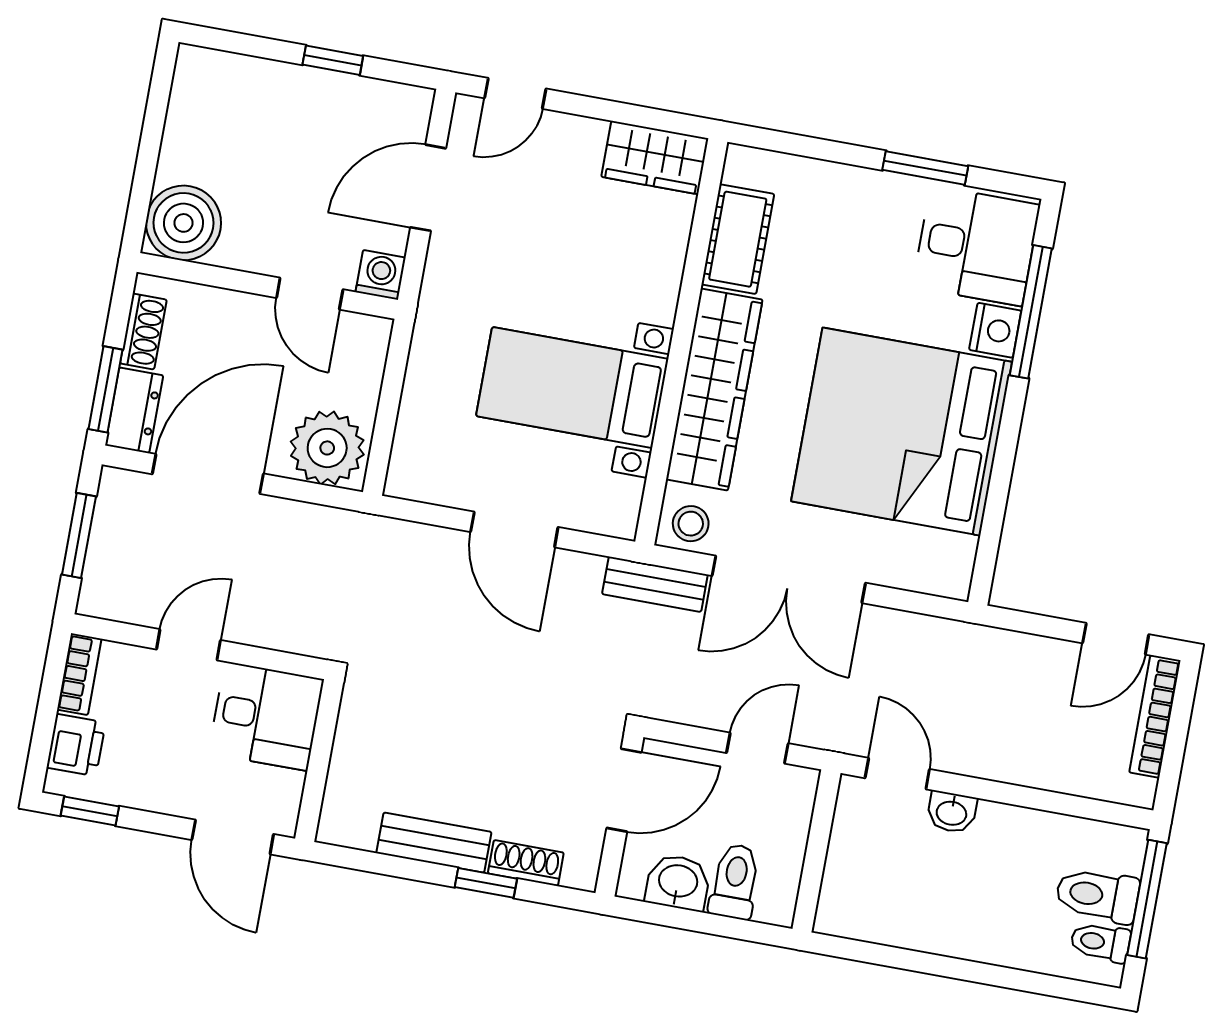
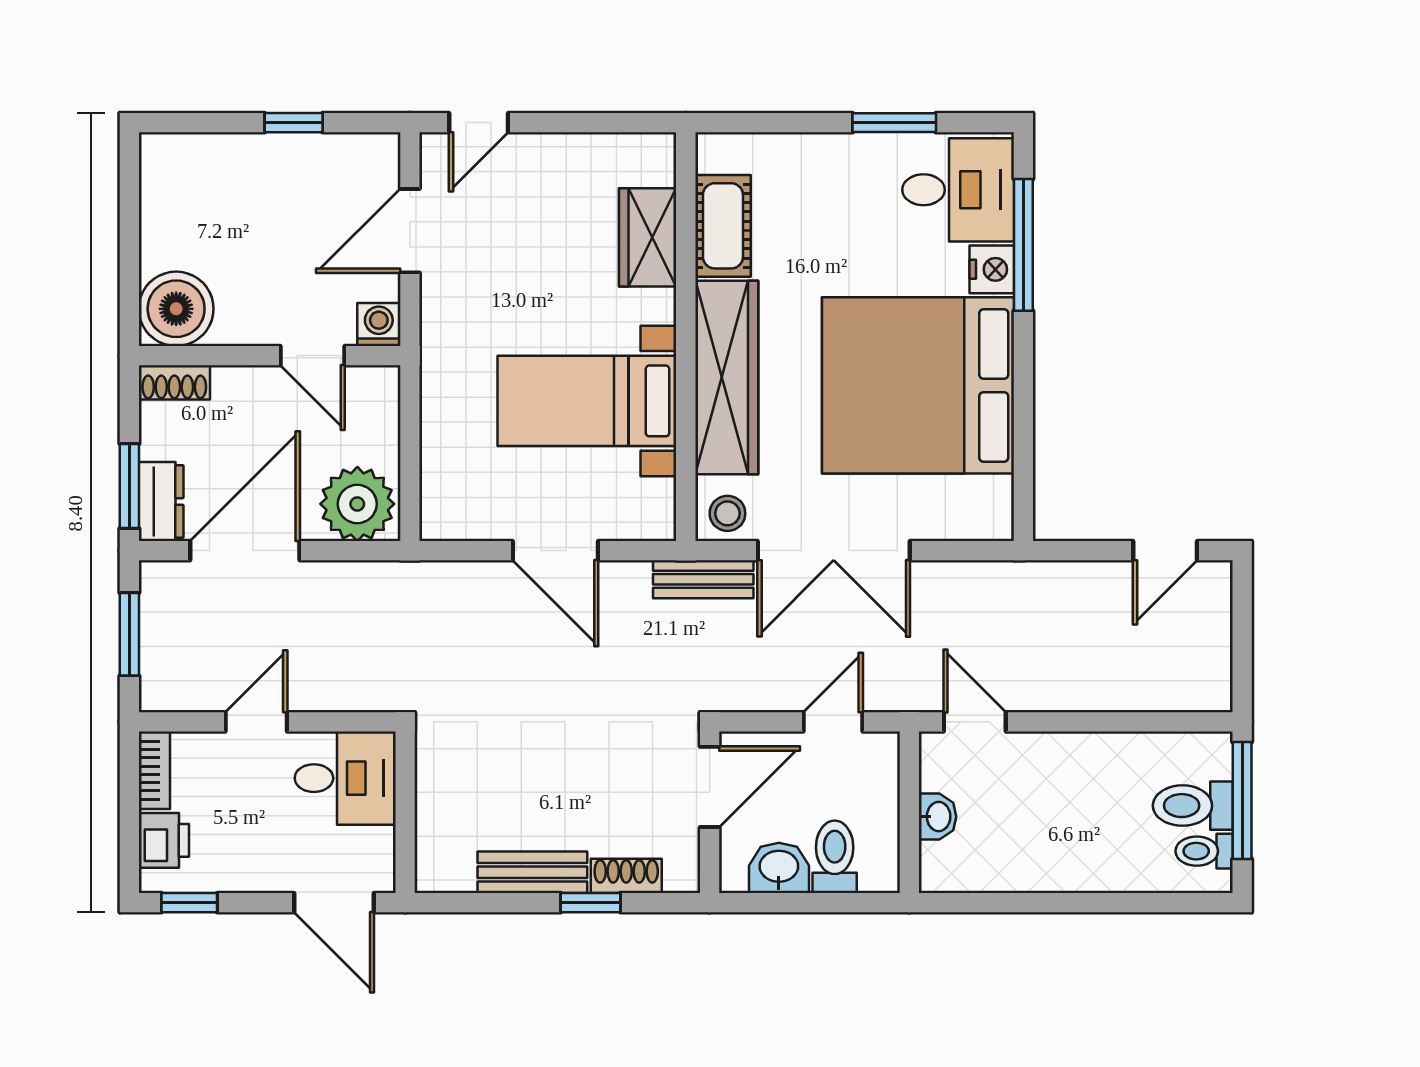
wardrobe: (655, 158) -> (648, 237), moved, turned 90
shoe rack: (143, 332) -> (174, 382), moved, turned 90
bookcase: (1155, 716) -> (1217, 620), removed
washbasin: (952, 812) -> (937, 817), moved, turned -90

